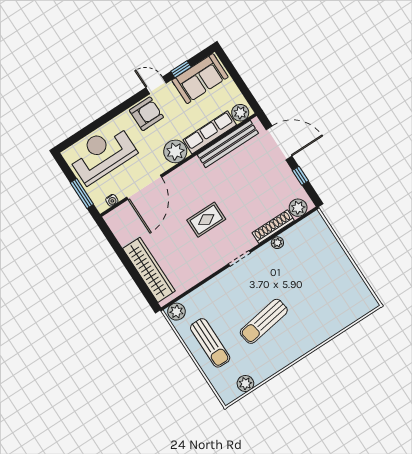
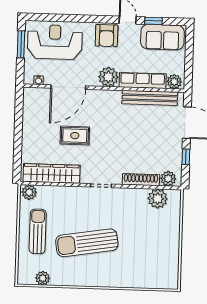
armchair: (146, 114) -> (107, 36), turned 90
window: (82, 194) -> (21, 44), moved
rug: (206, 220) -> (75, 136), moved
plant: (277, 243) -> (158, 199), moved, width x1.88, depth x1.88
wardrobe: (149, 270) -> (52, 173), moved, turned -90
sun lounger: (264, 321) -> (87, 243), width x1.36, depth x1.34
sun lounger: (210, 343) -> (38, 231), turned 180

